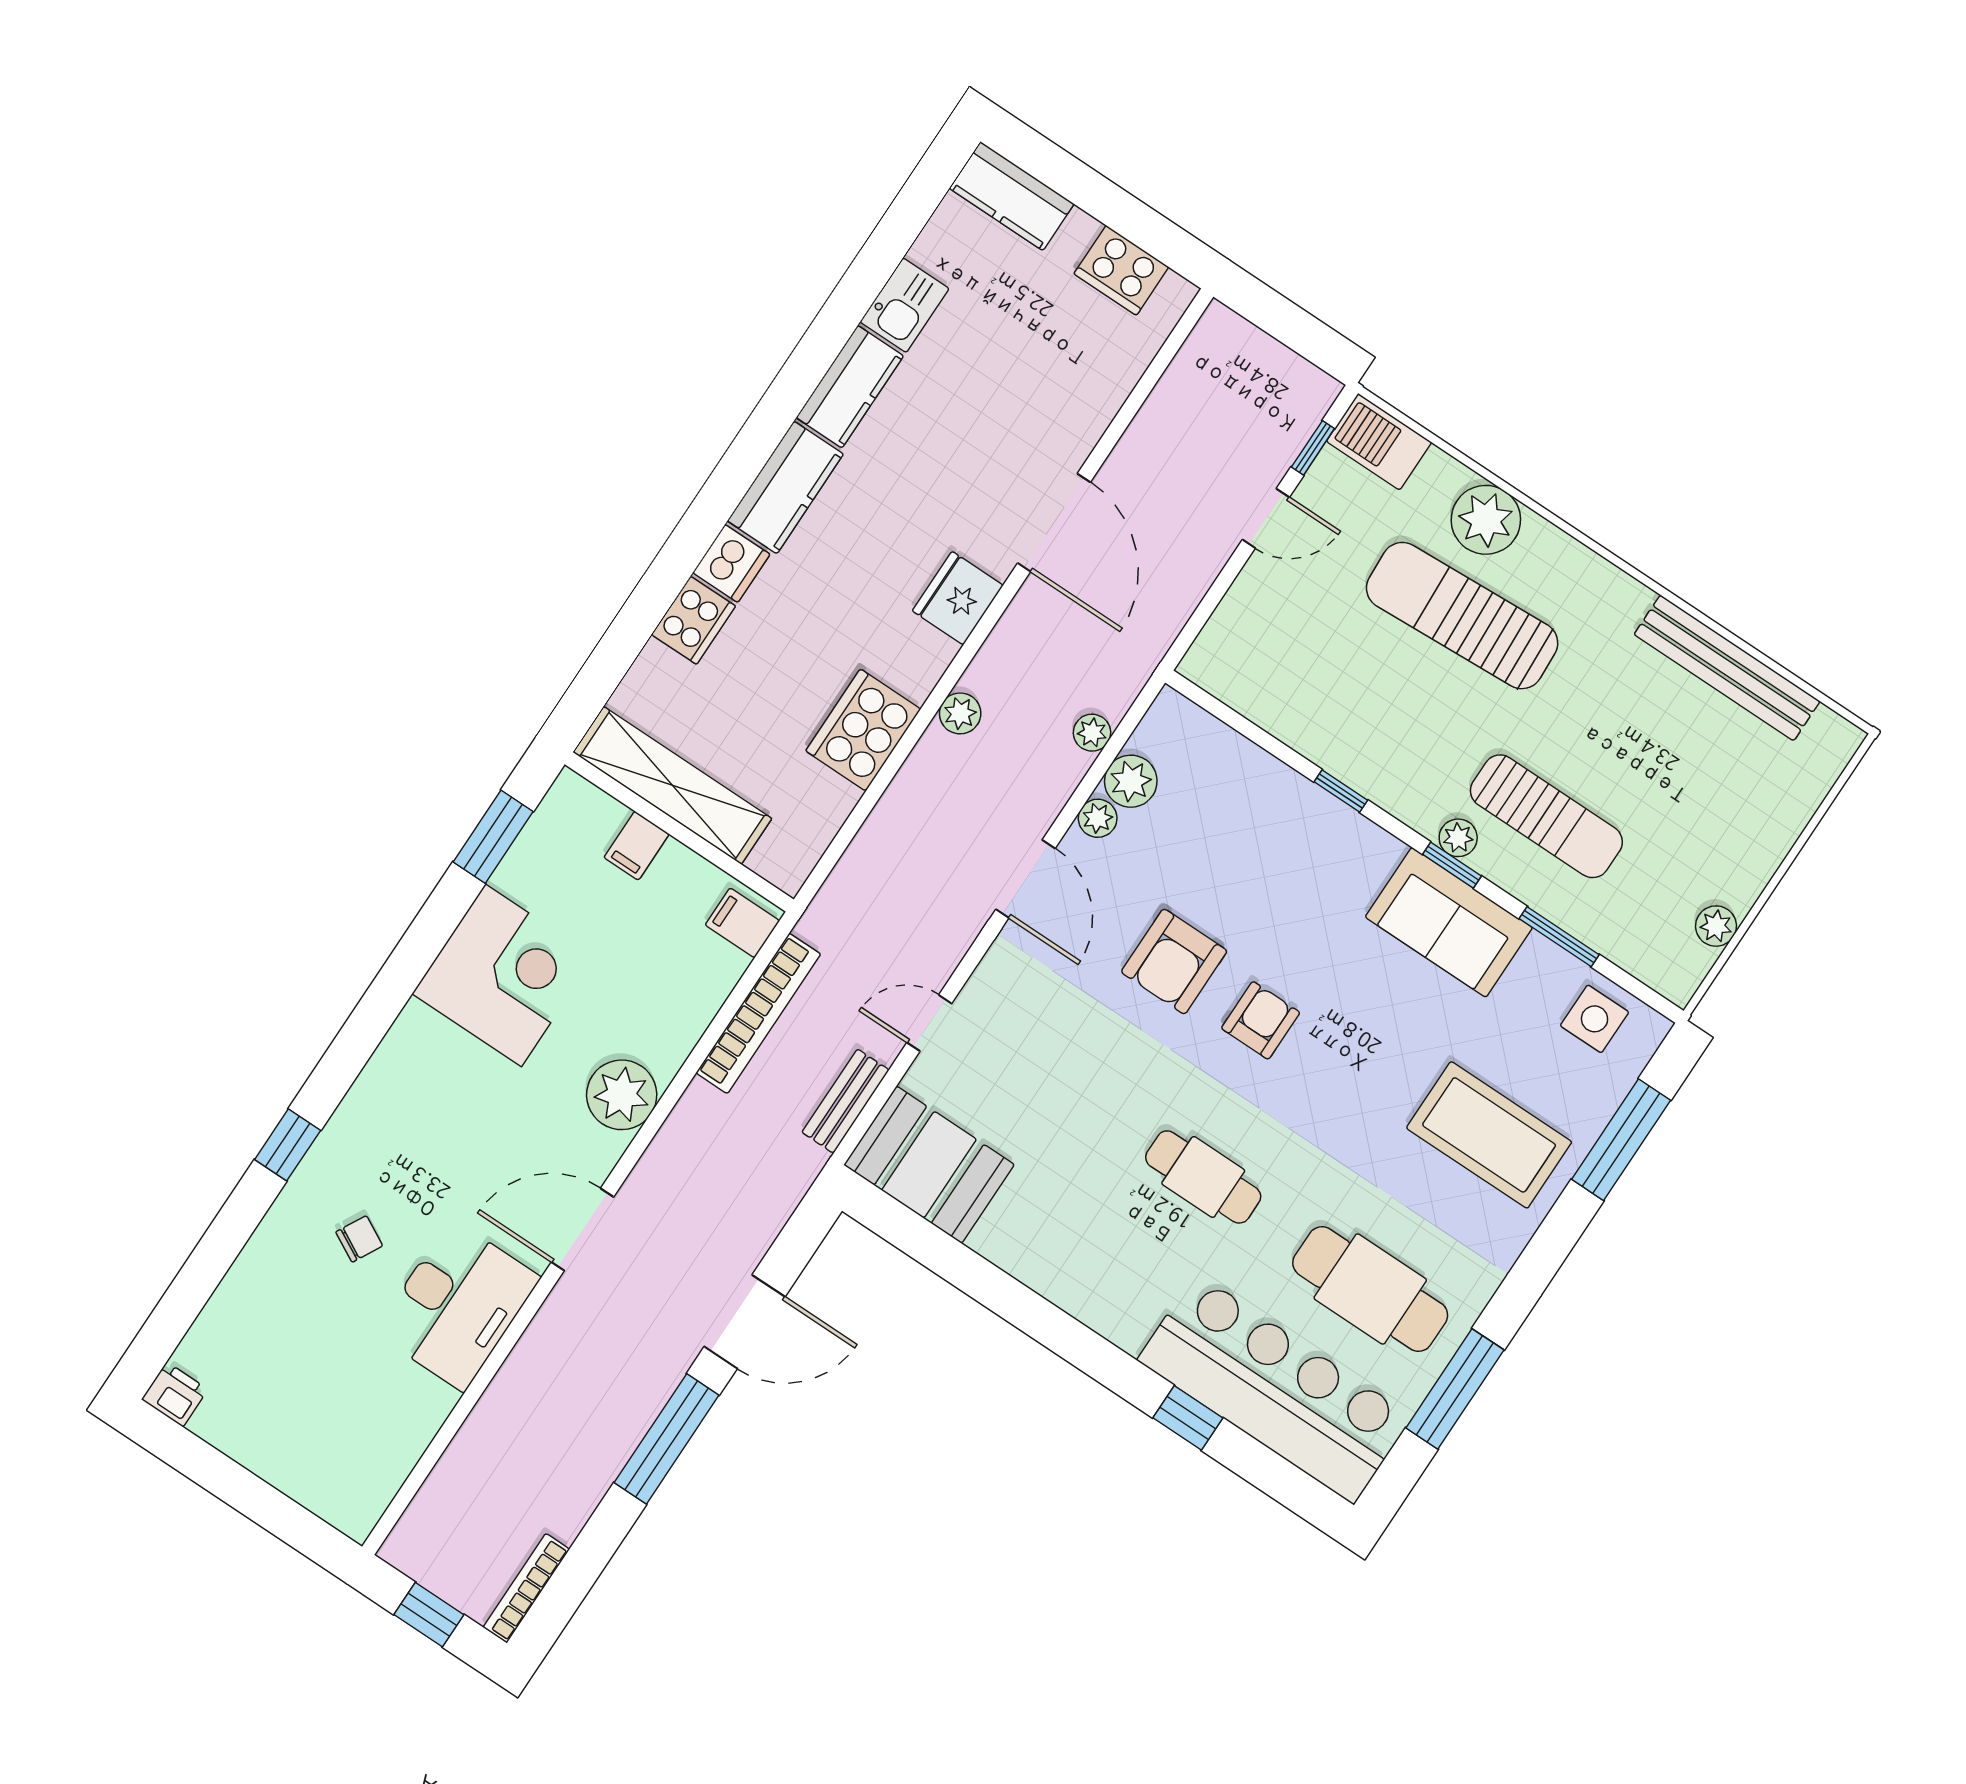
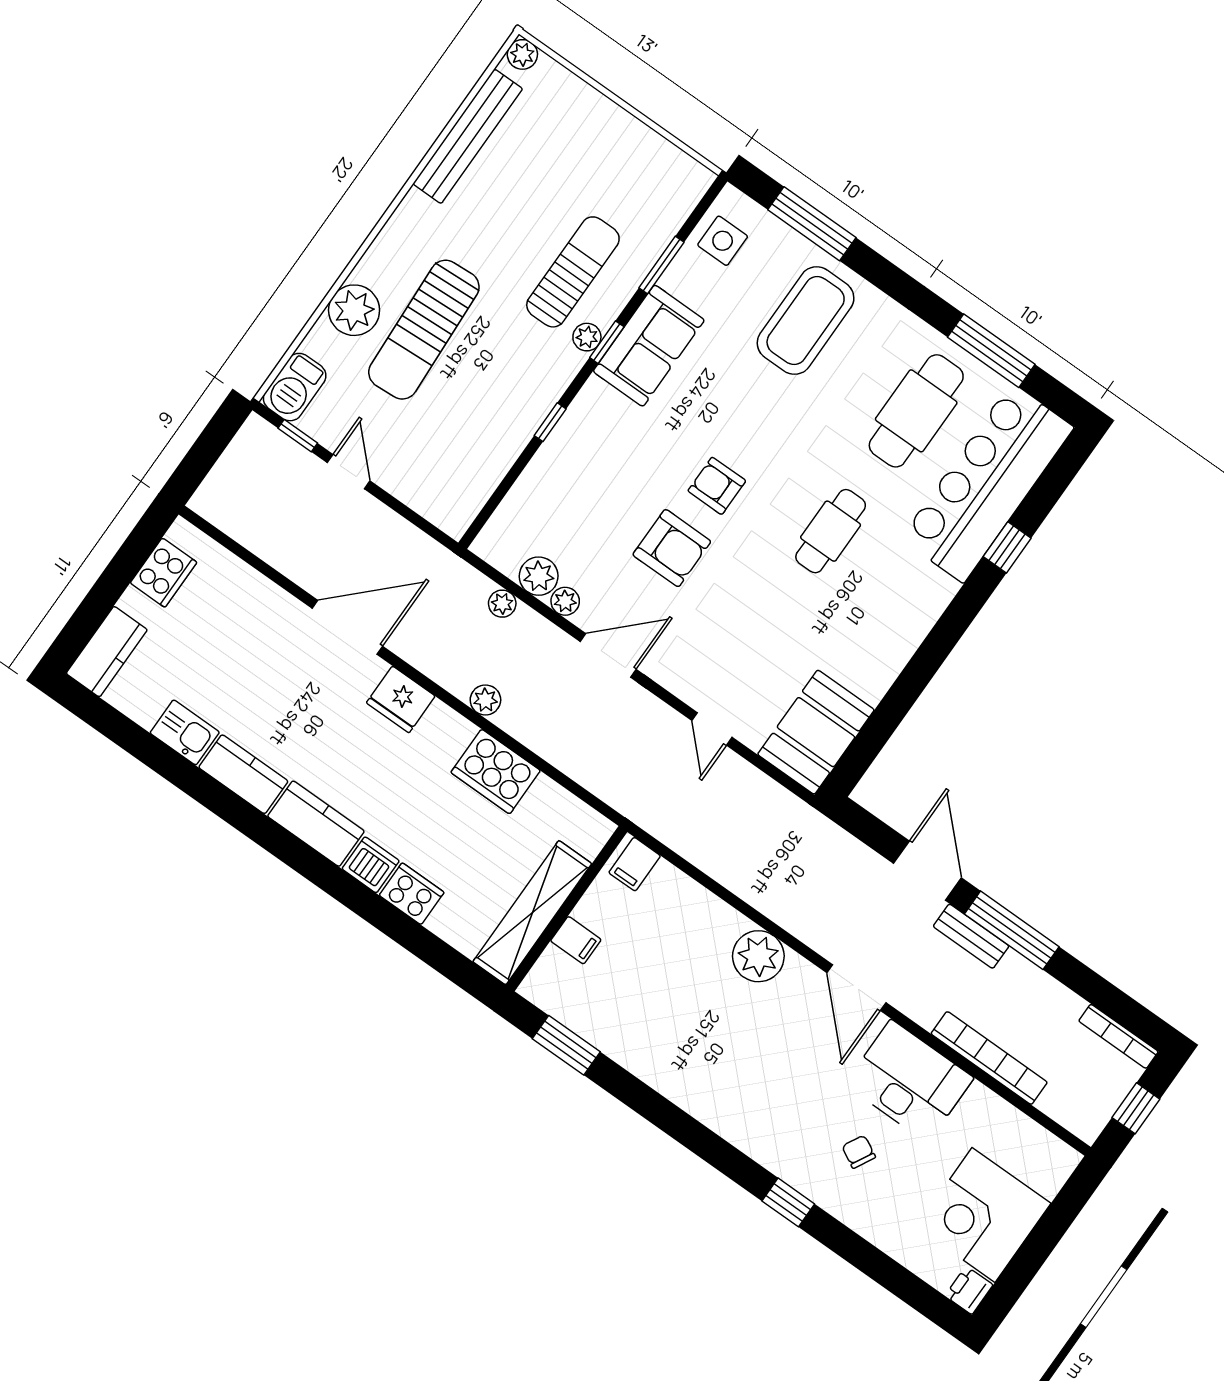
plant: (1716, 926) -> (522, 54), moved
corner desk: (503, 975) -> (984, 1215), moved, turned -90
bookcase: (758, 1013) -> (989, 1058), moved
bench: (845, 1101) -> (971, 936), moved

